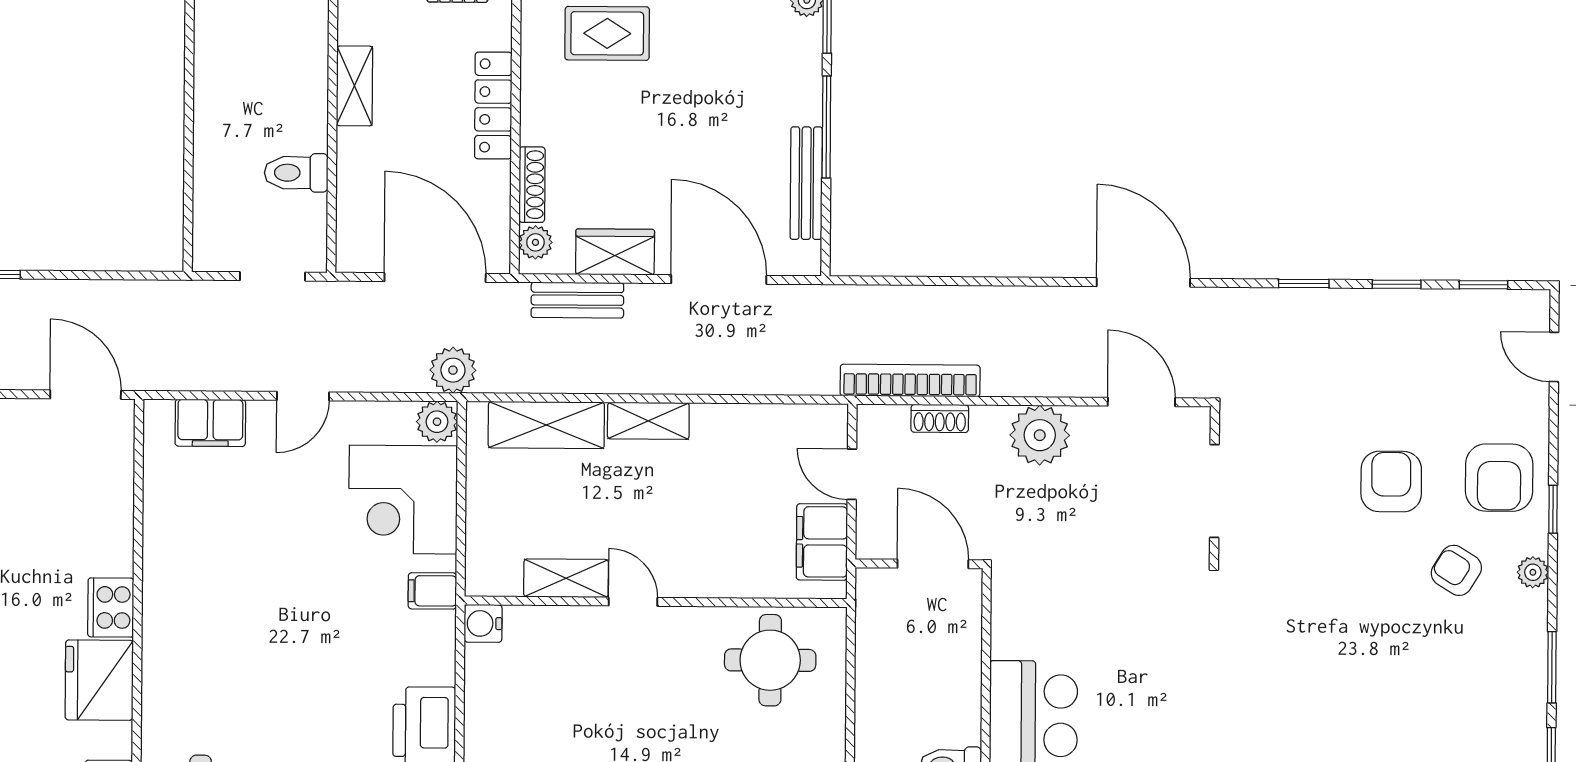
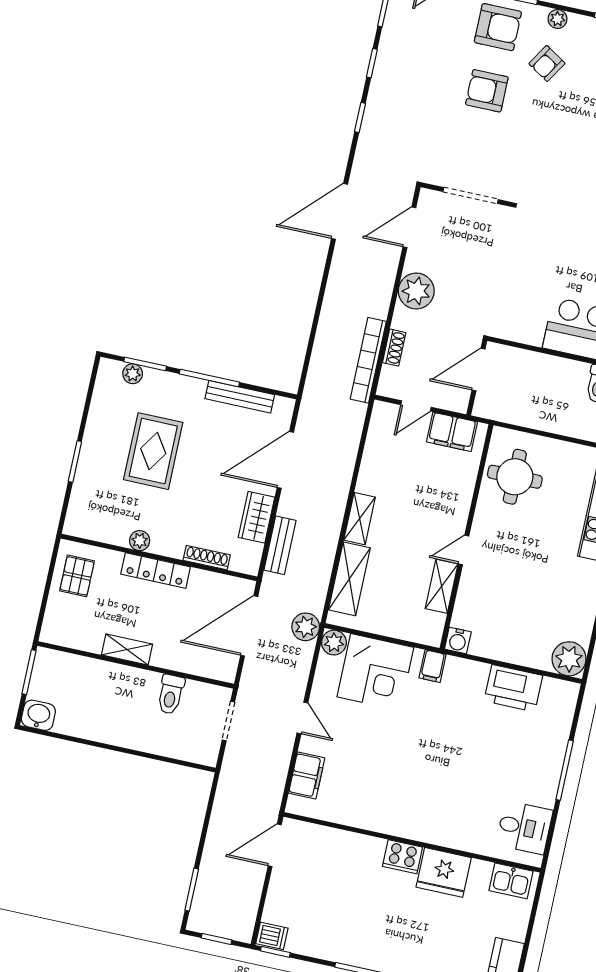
rug: (607, 33) -> (153, 451), moved, width x1.36, depth x1.43
plant: (535, 242) -> (140, 541), moved

